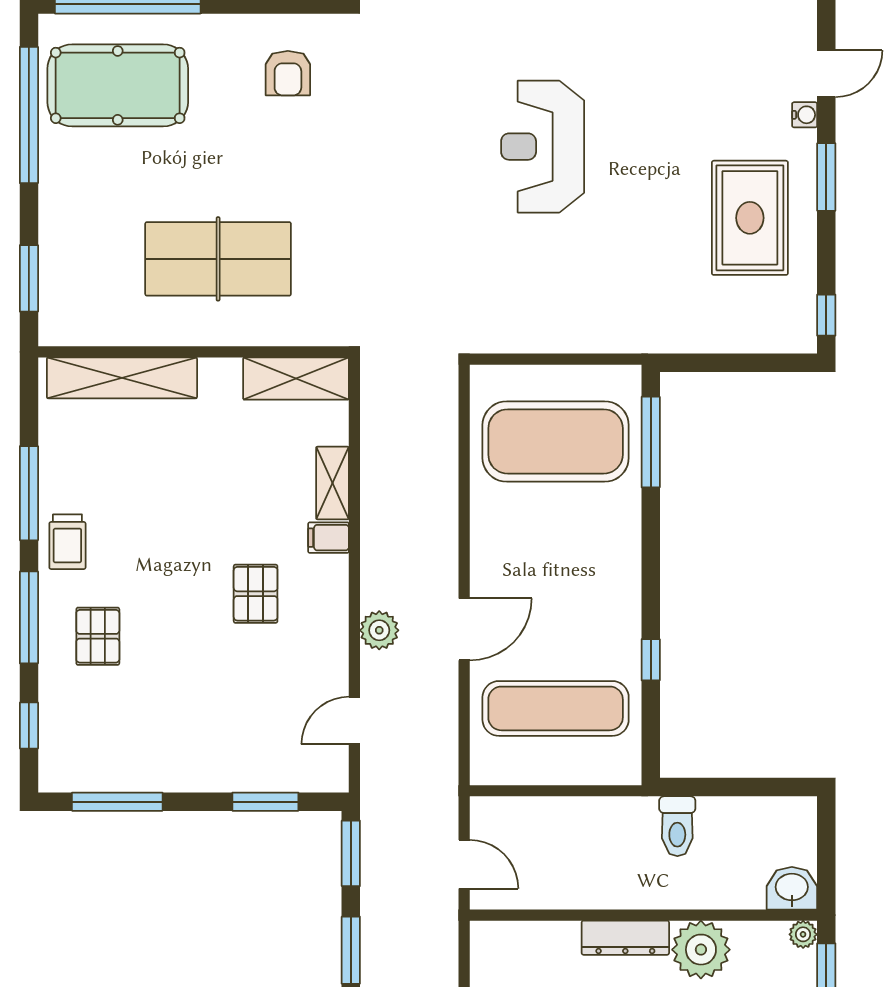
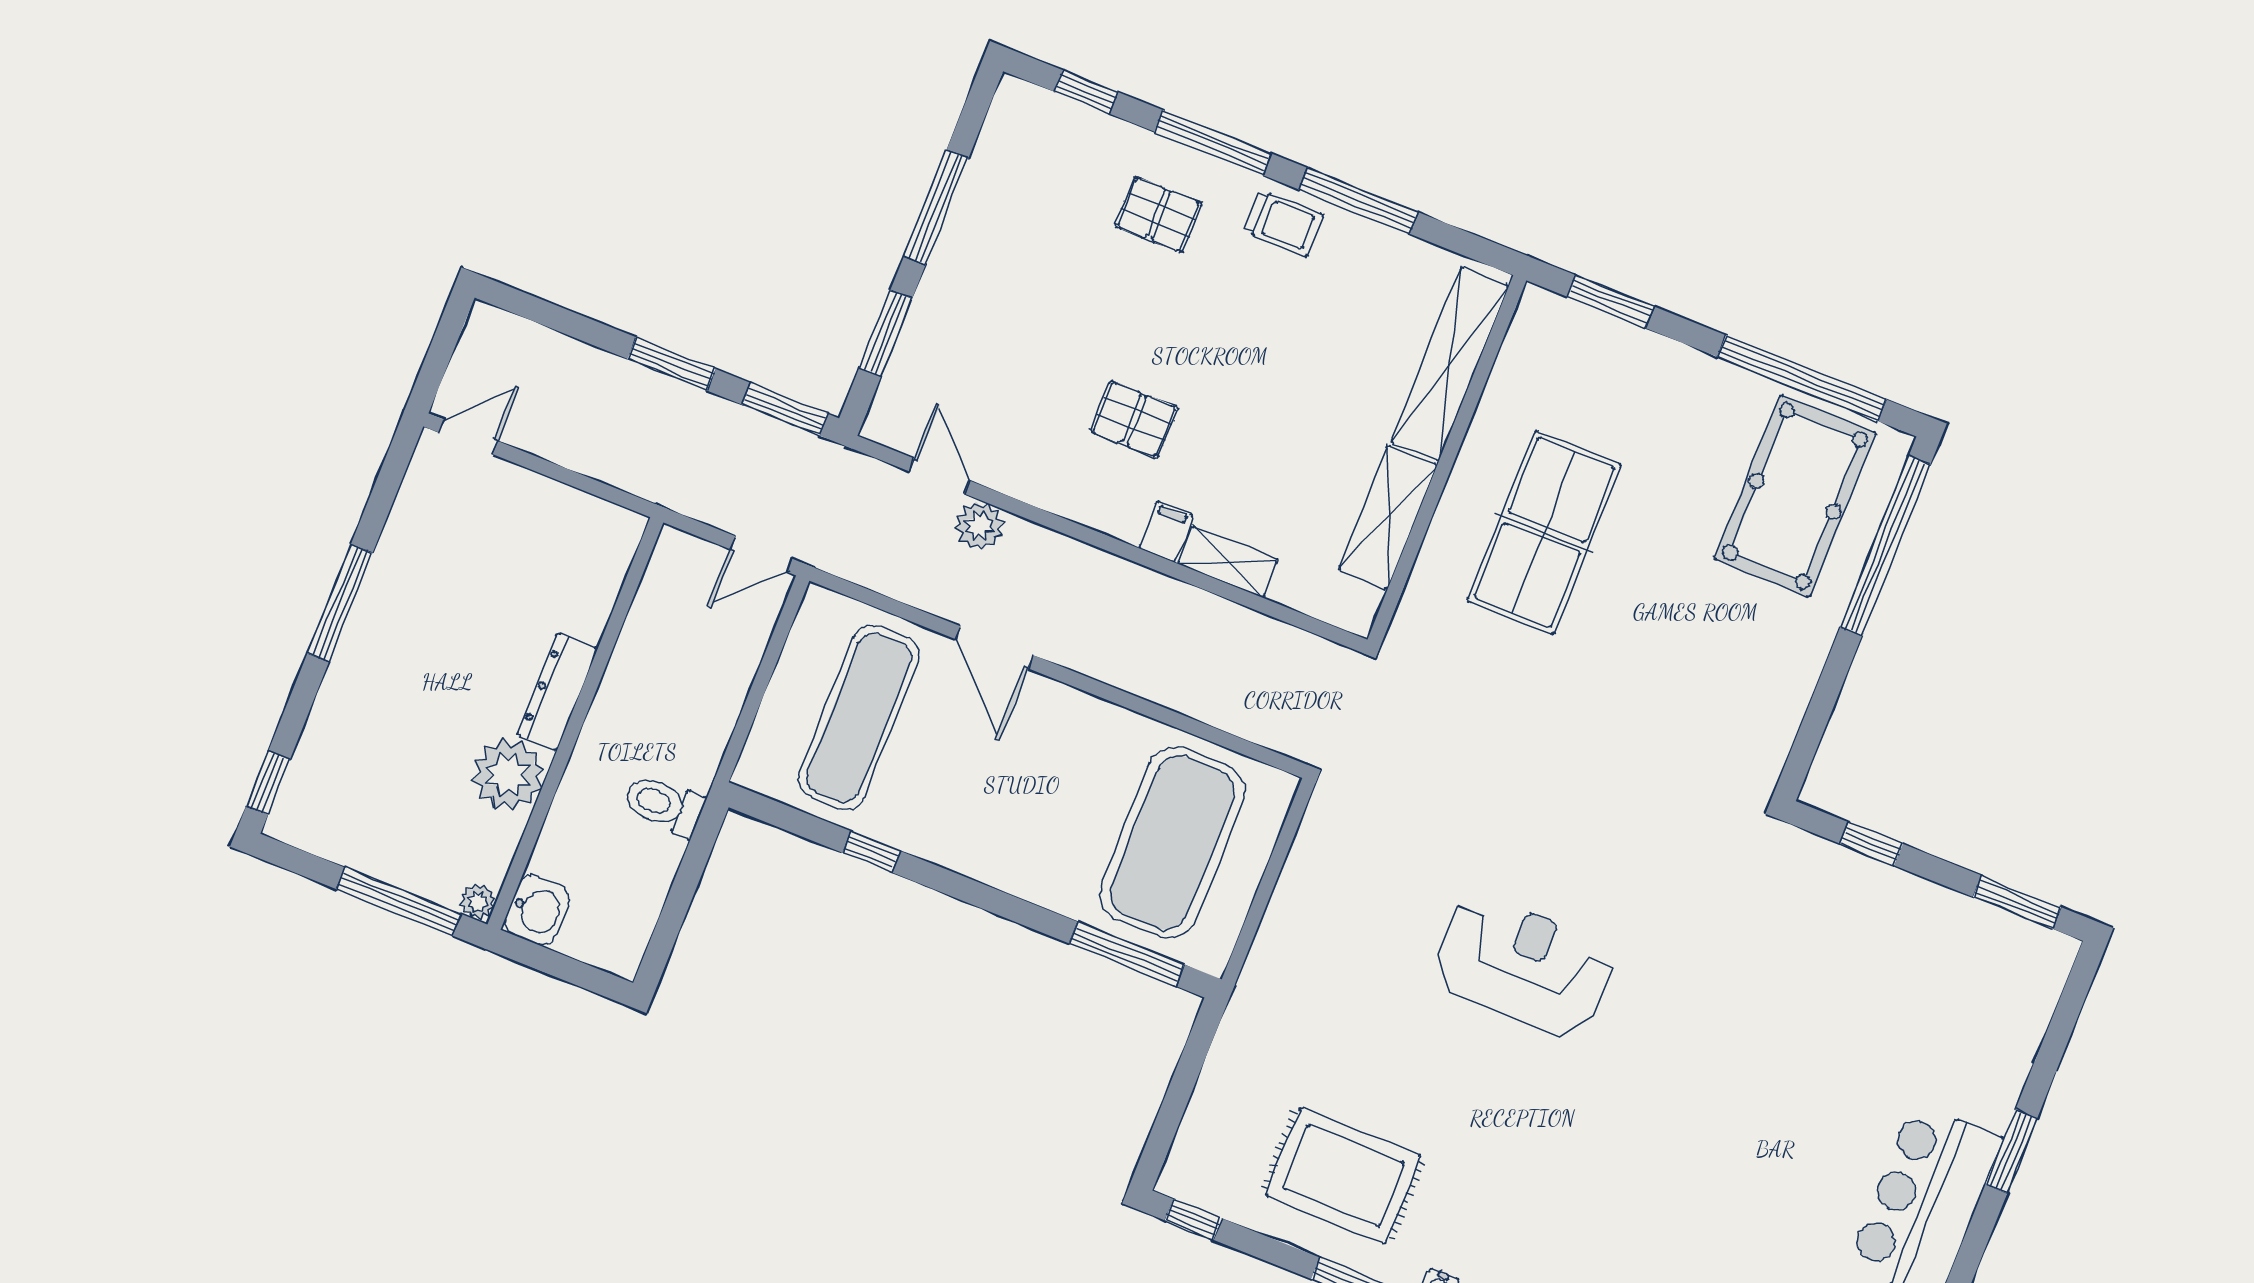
armchair: (288, 73) -> (1730, 702), removed
shelving: (296, 379) -> (1388, 517), moved
trolley: (67, 542) -> (1284, 223), turned 180
plant: (379, 630) -> (979, 526), moved
window: (117, 802) -> (936, 207), moved
door: (464, 864) -> (761, 554), moved

